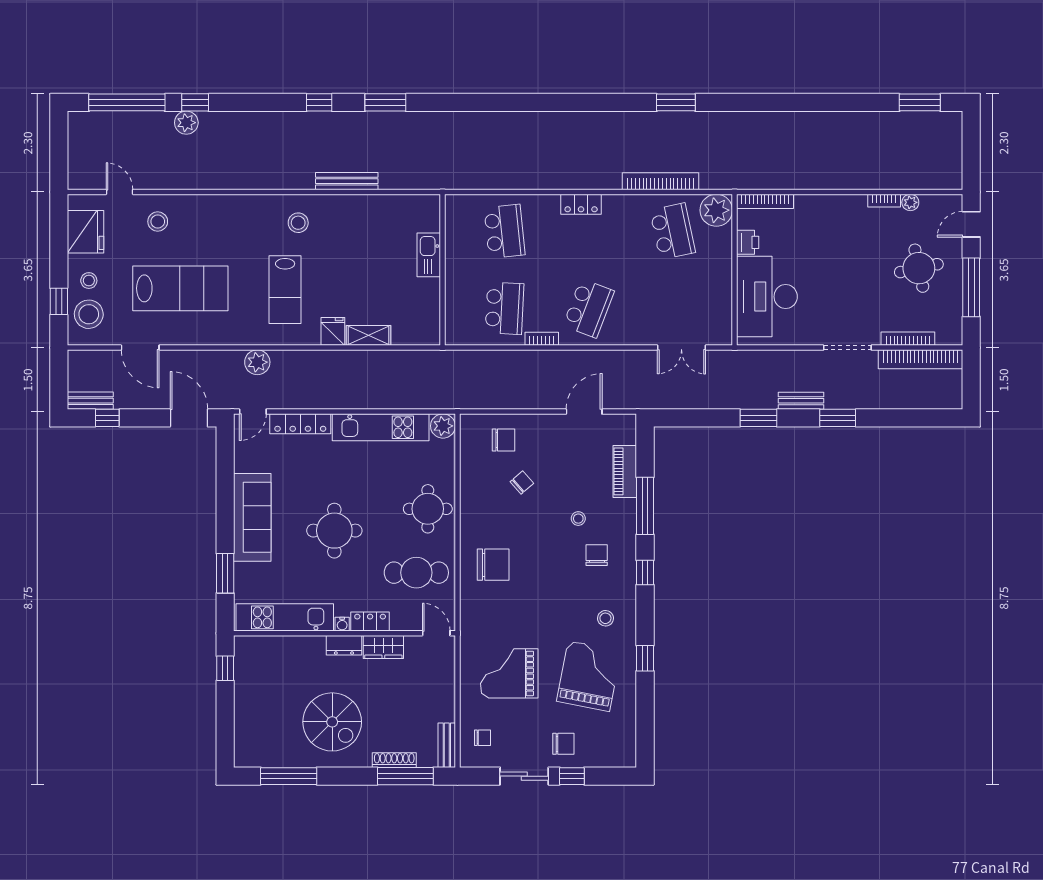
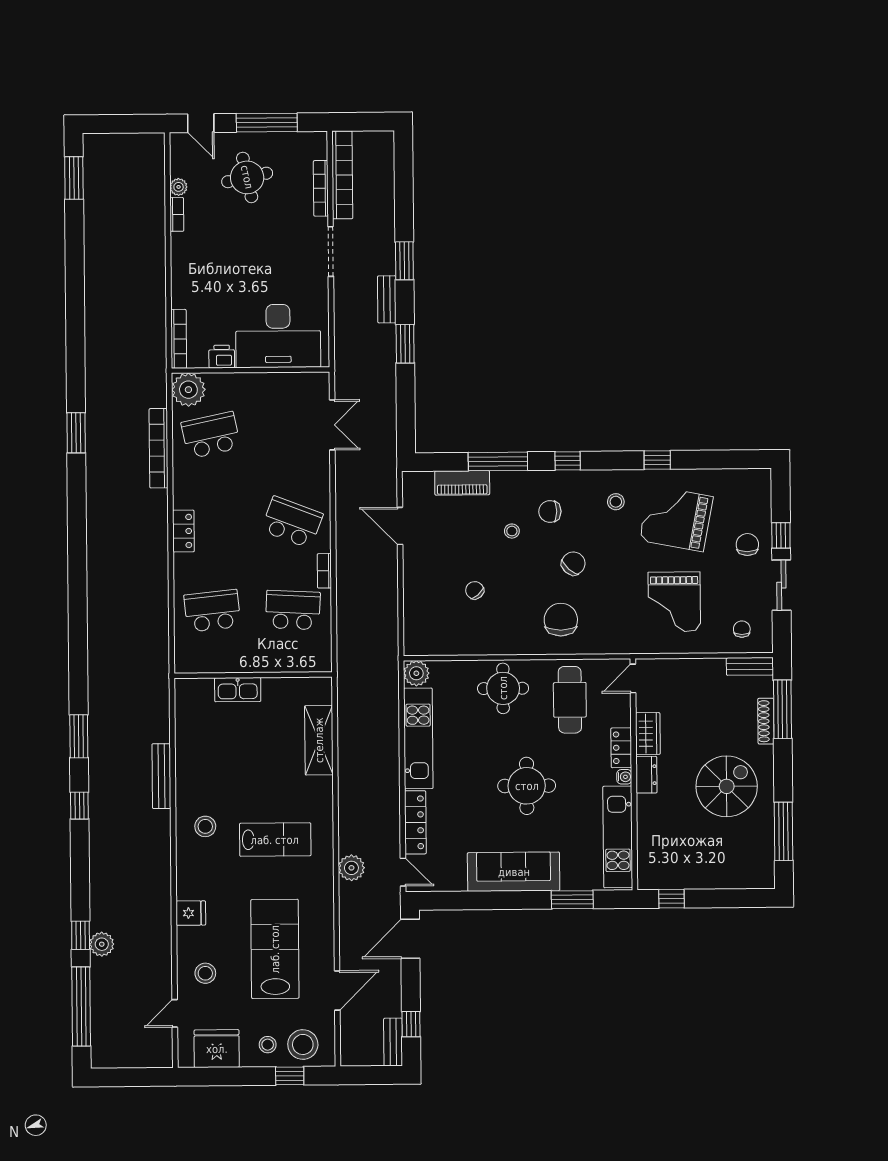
fridge: (333, 331) -> (191, 913), moved, turned 180
shelving: (369, 335) -> (319, 740), width x1.50, depth x1.33
chair: (503, 440) -> (573, 563), moved, turned 42

